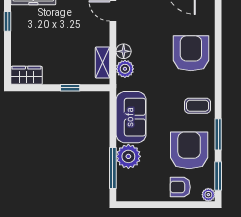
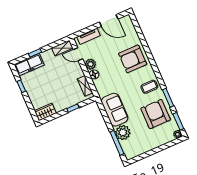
armchair: (191, 53) -> (133, 59), turned -90
plant: (125, 69) -> (91, 64), moved
armchair: (180, 187) -> (160, 137), removed

